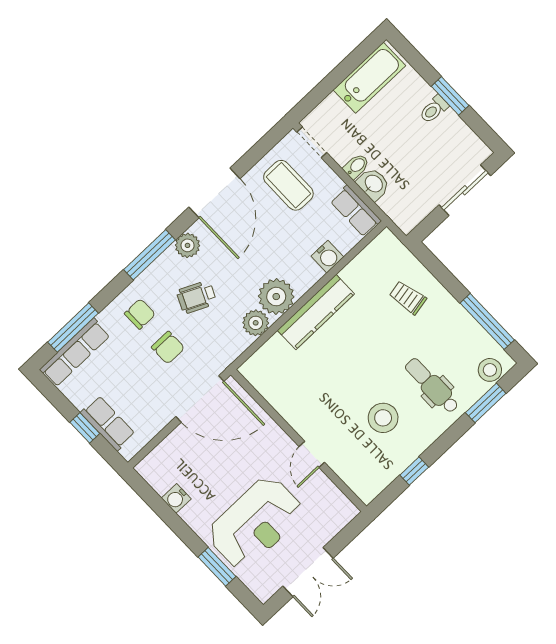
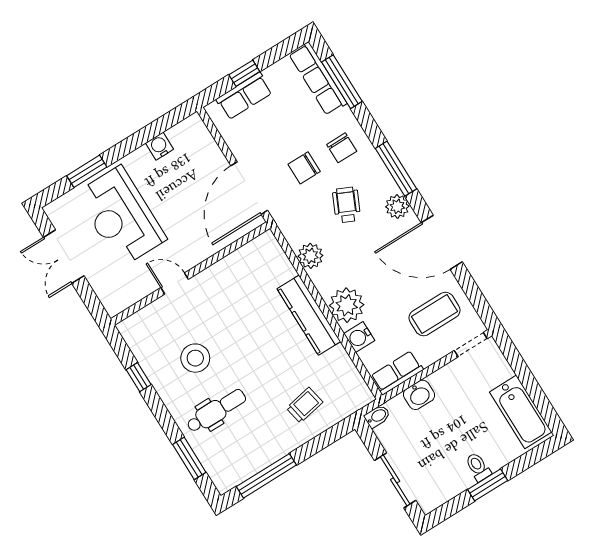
bidet: (356, 166) -> (377, 416), moved, turned -90
plant: (276, 297) -> (347, 305), moved
stool: (490, 370) -> (220, 469), removed

